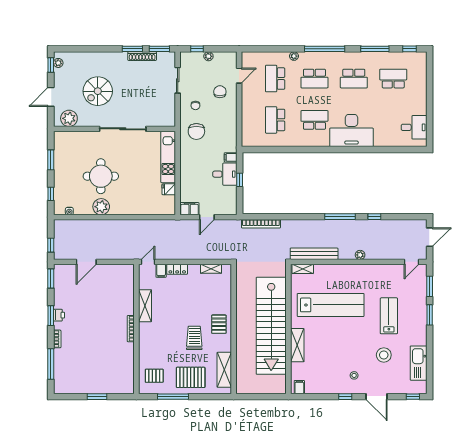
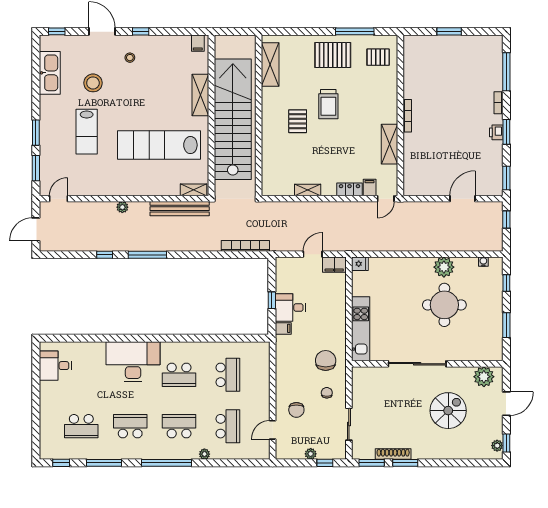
fridge: (169, 189) -> (360, 264), moved
wall: (234, 329) -> (259, 115), moved
shelving: (224, 370) -> (270, 65), moved

